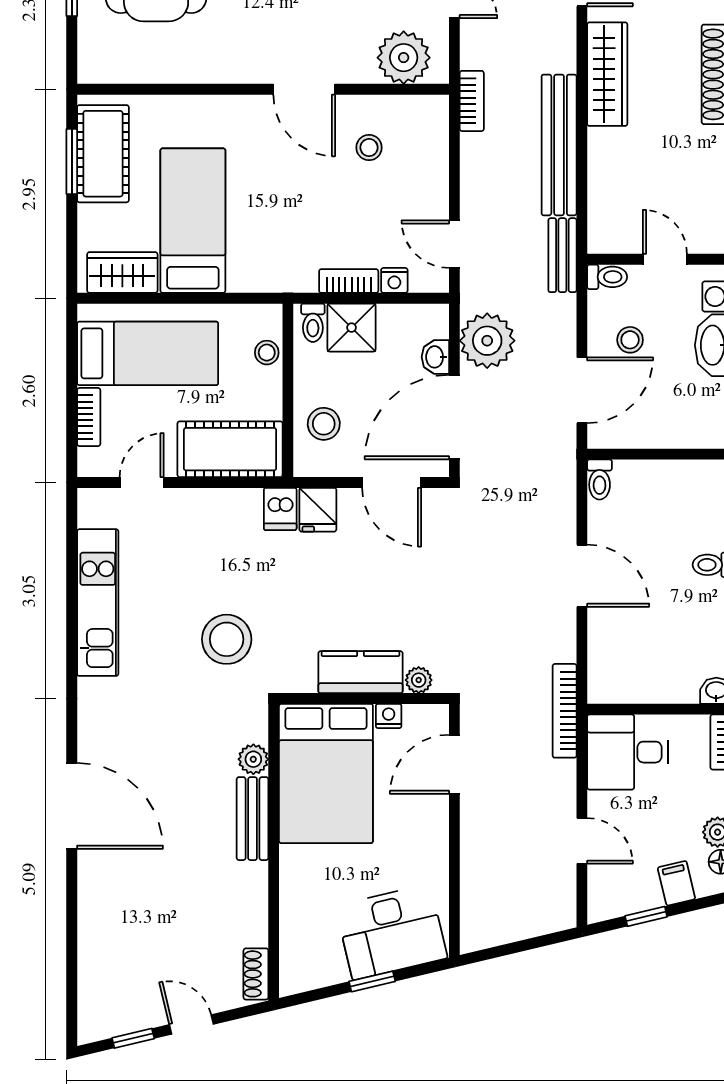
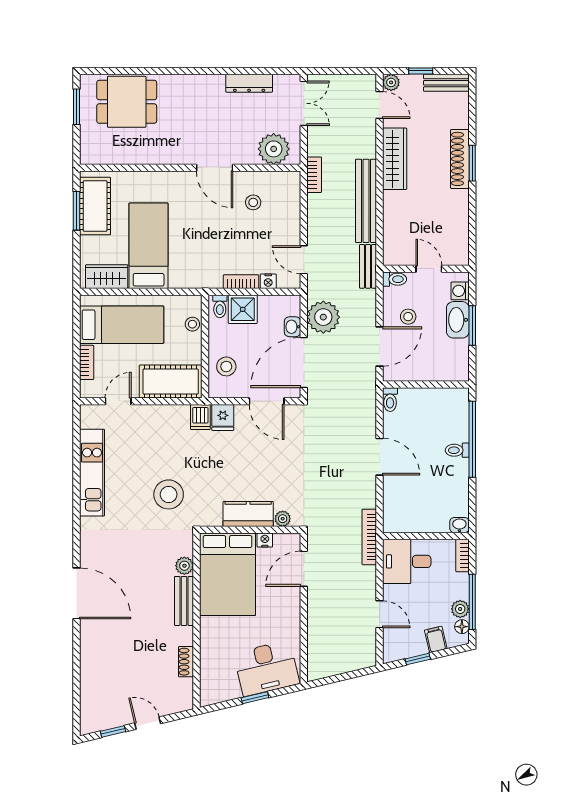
shoe rack: (256, 974) -> (186, 662), moved

